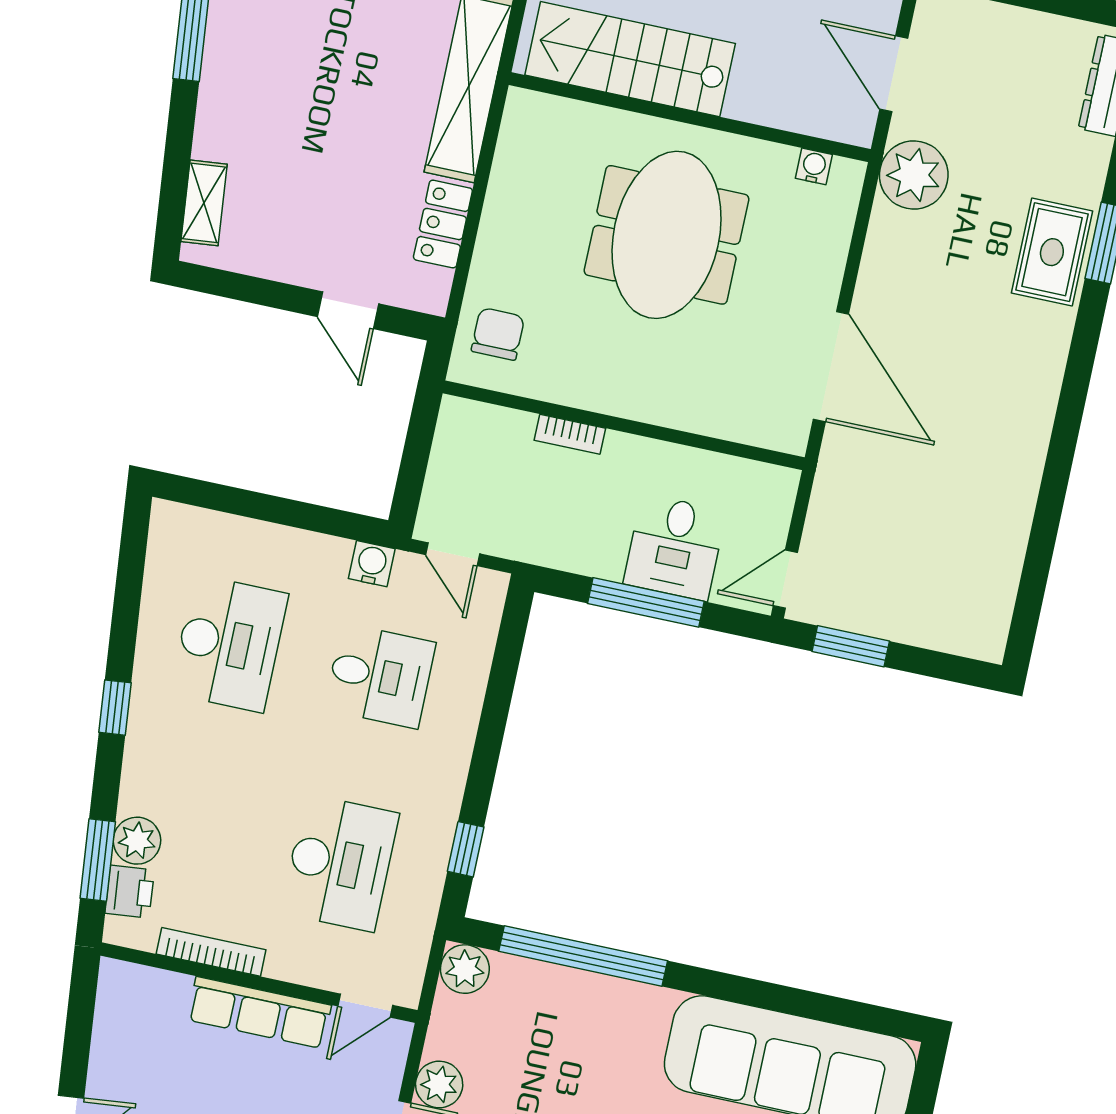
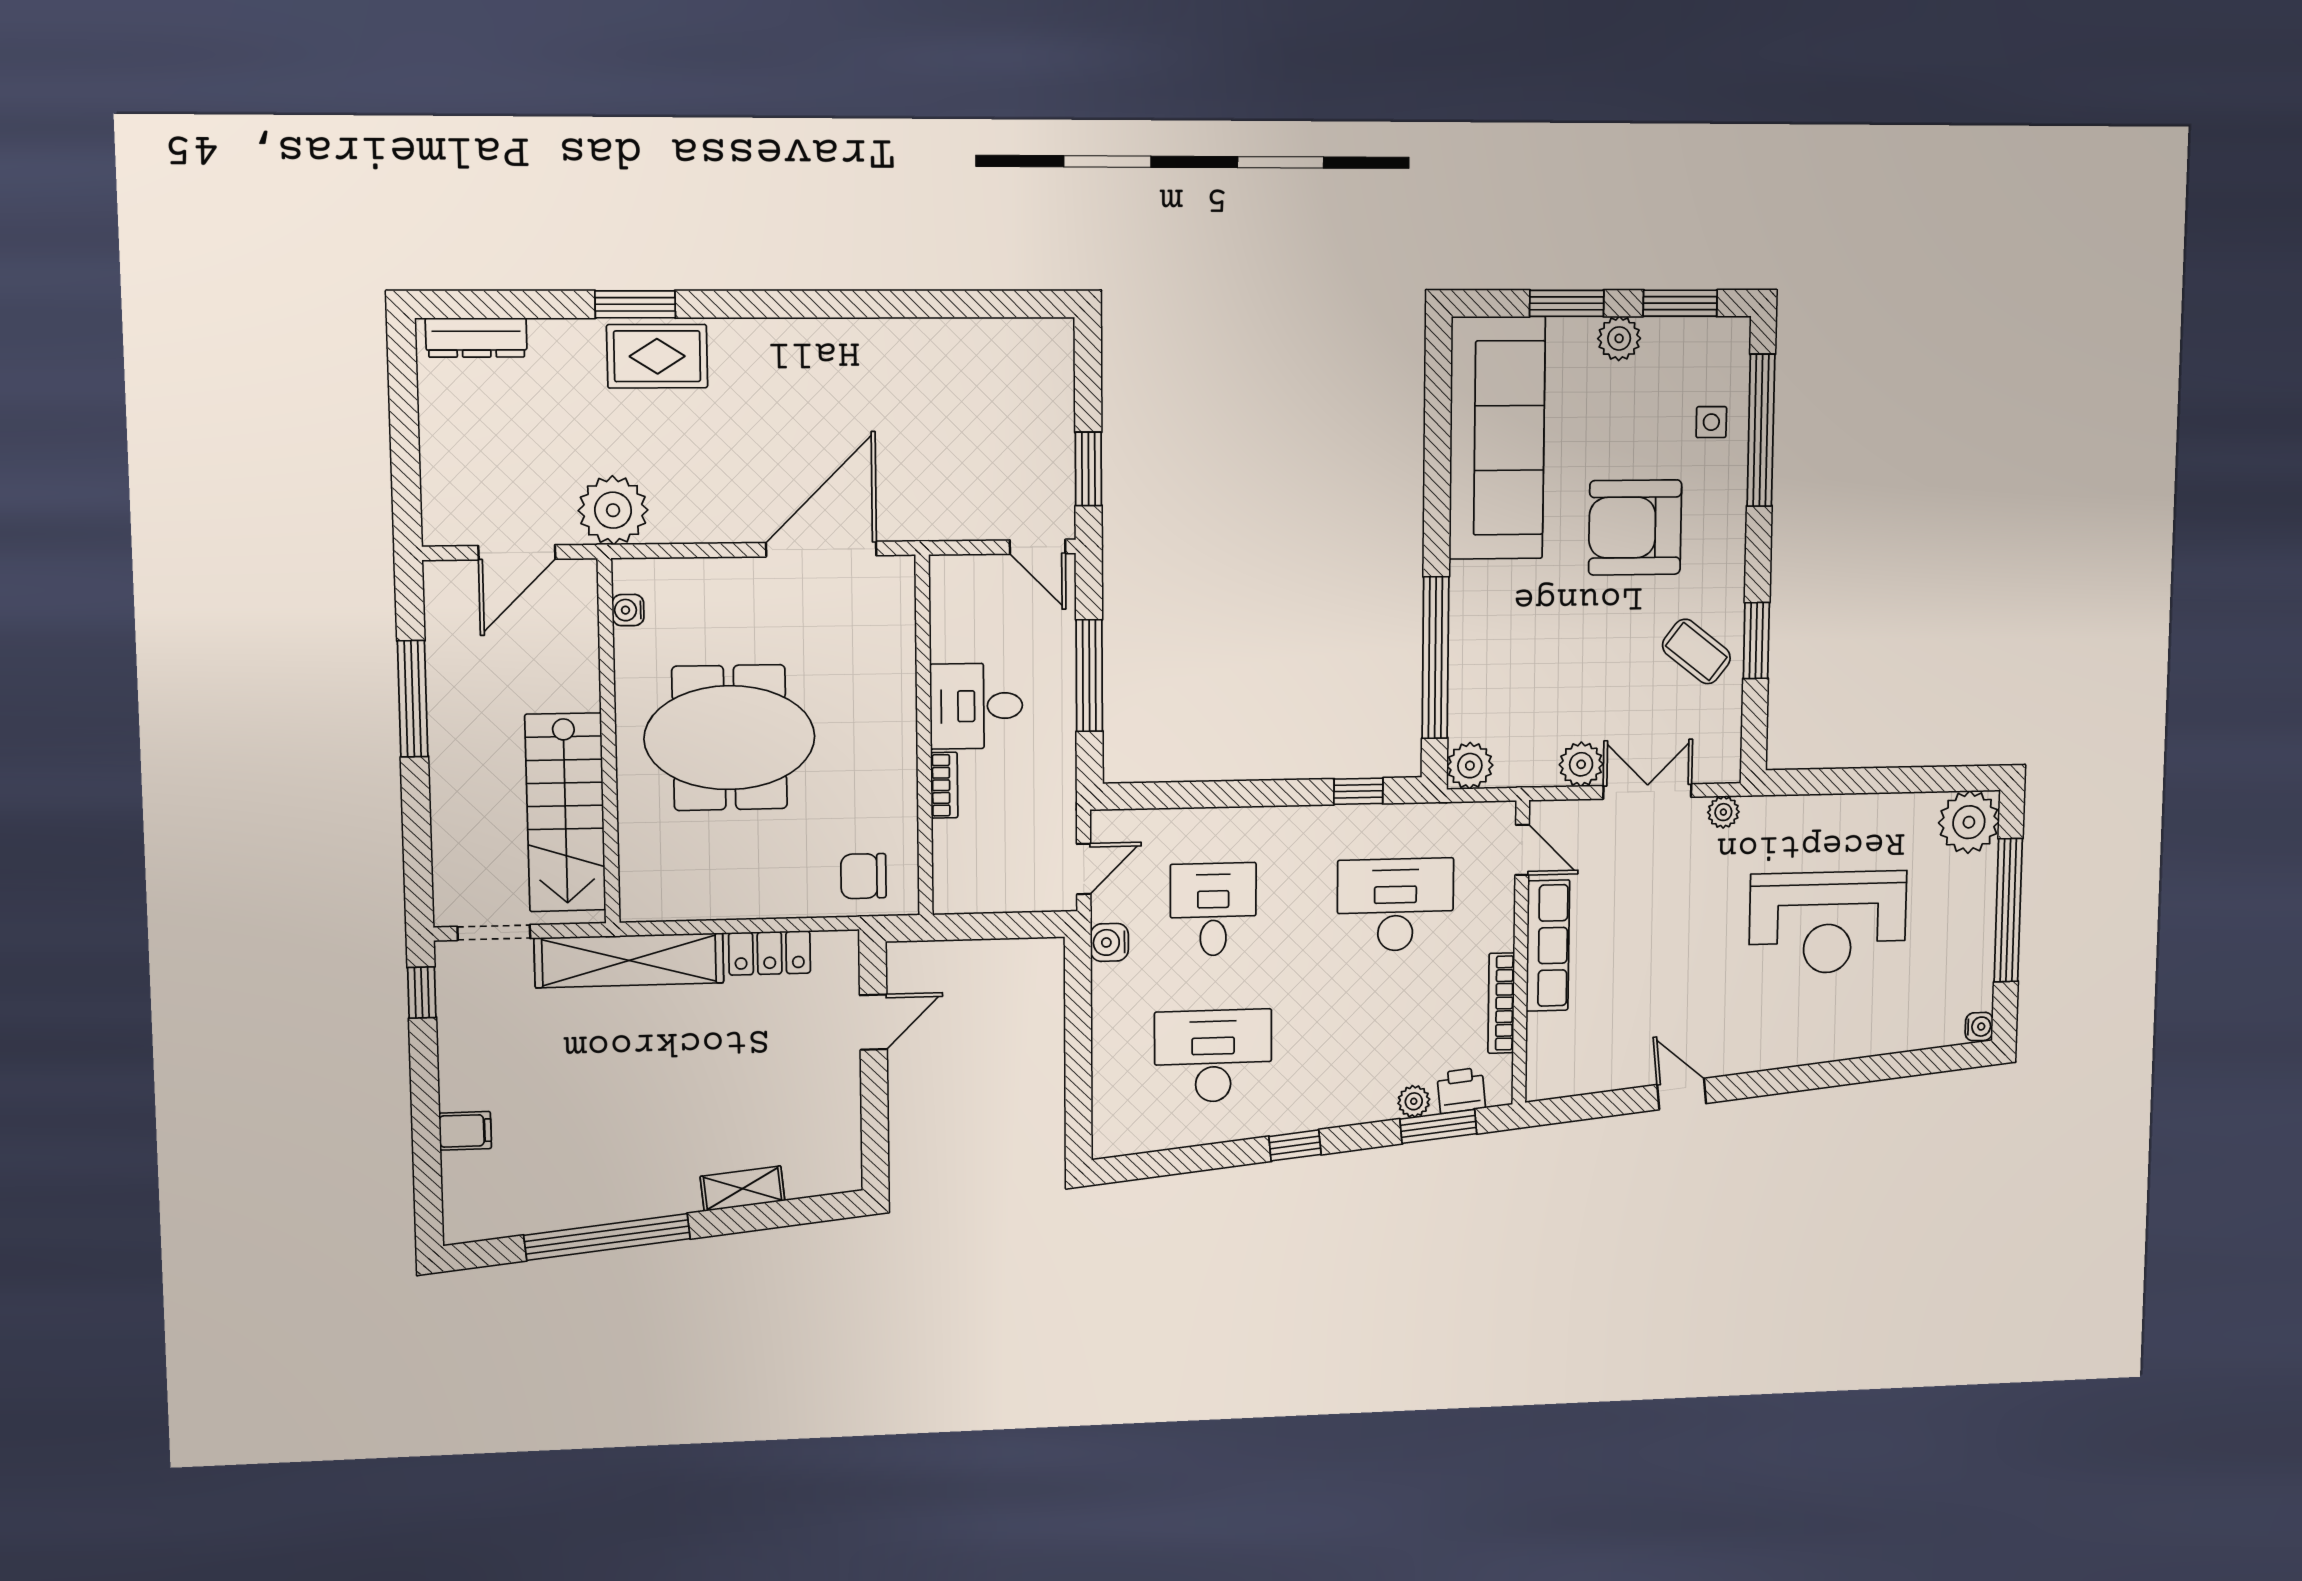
shelving: (204, 203) -> (743, 1189), moved
desk: (675, 547) -> (976, 706), moved, turned 180
plant: (137, 841) -> (1414, 1101), width x0.73, depth x0.73

